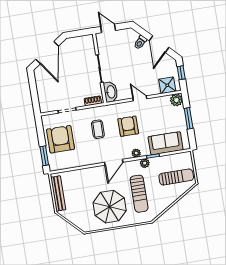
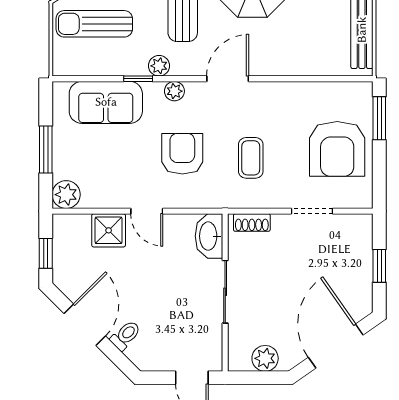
plant: (77, 42) -> (265, 358), added
shower: (167, 85) -> (109, 230), moved
window: (34, 91) -> (379, 266), added
armchair: (128, 126) -> (182, 154), turned 180

